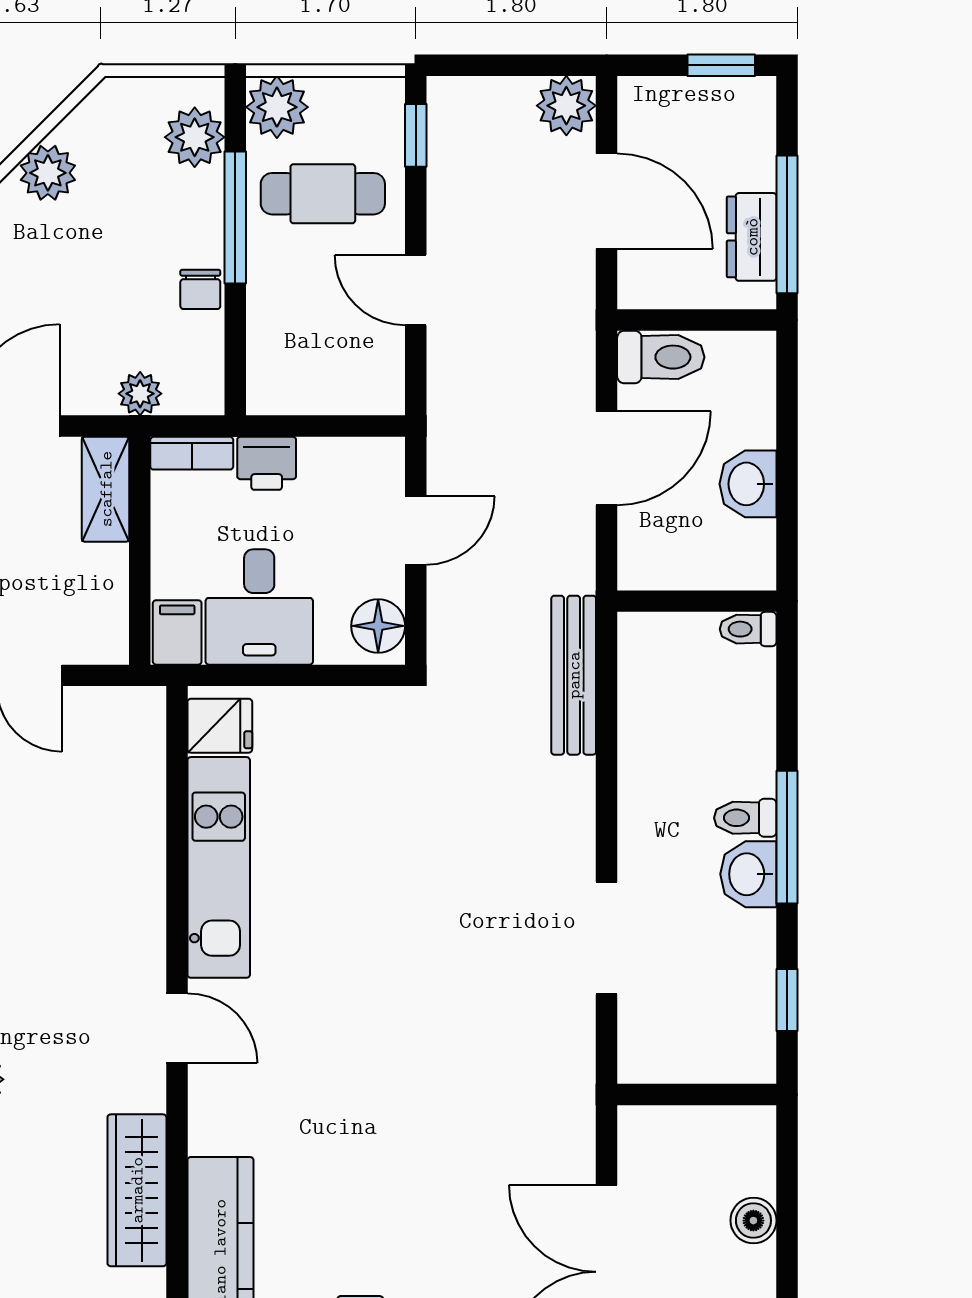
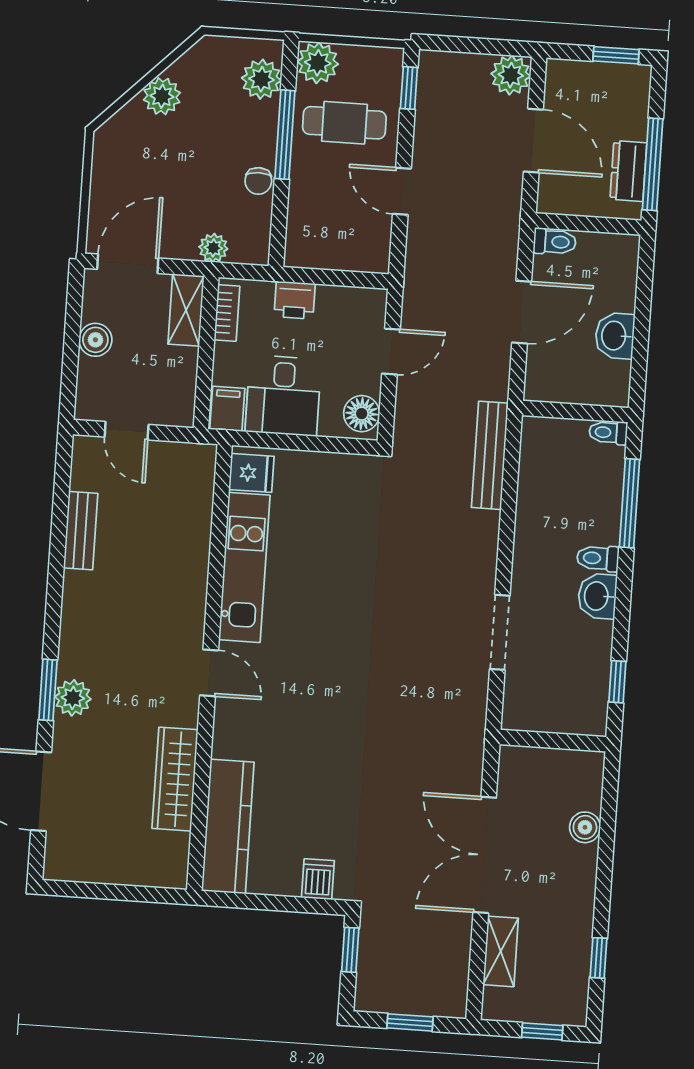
toilet: (661, 357) -> (555, 242), width x0.73, depth x0.72
bookcase: (192, 453) -> (227, 313), moved, turned -90
window: (787, 837) -> (630, 503), moved

